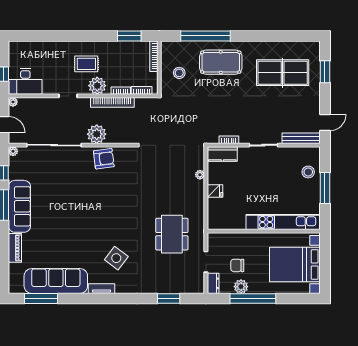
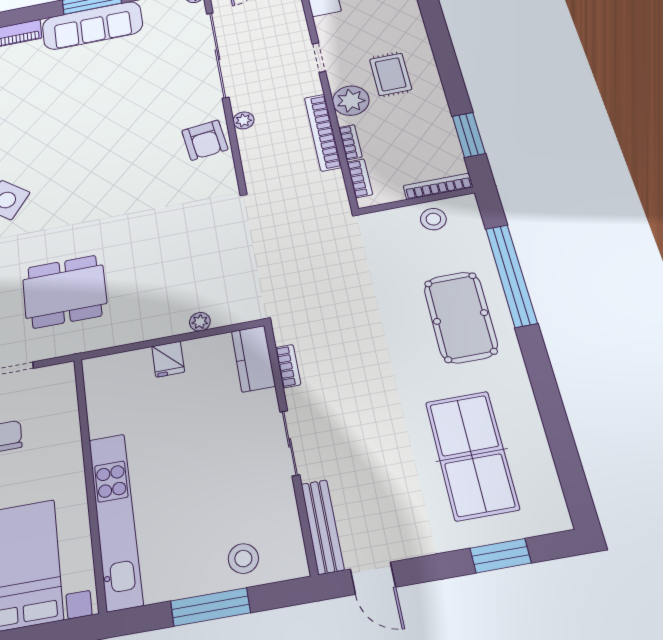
stool: (179, 73) -> (433, 219), moved
plant: (97, 134) -> (243, 120), width x0.53, depth x0.53

